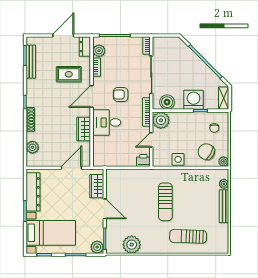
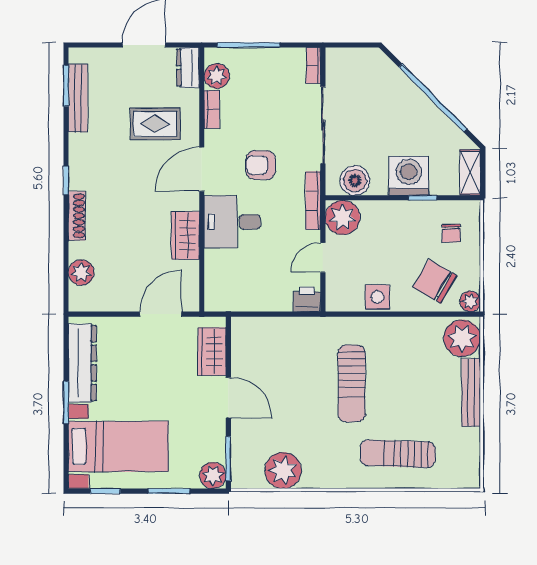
plant: (224, 184) -> (462, 338), width x1.88, depth x1.88

